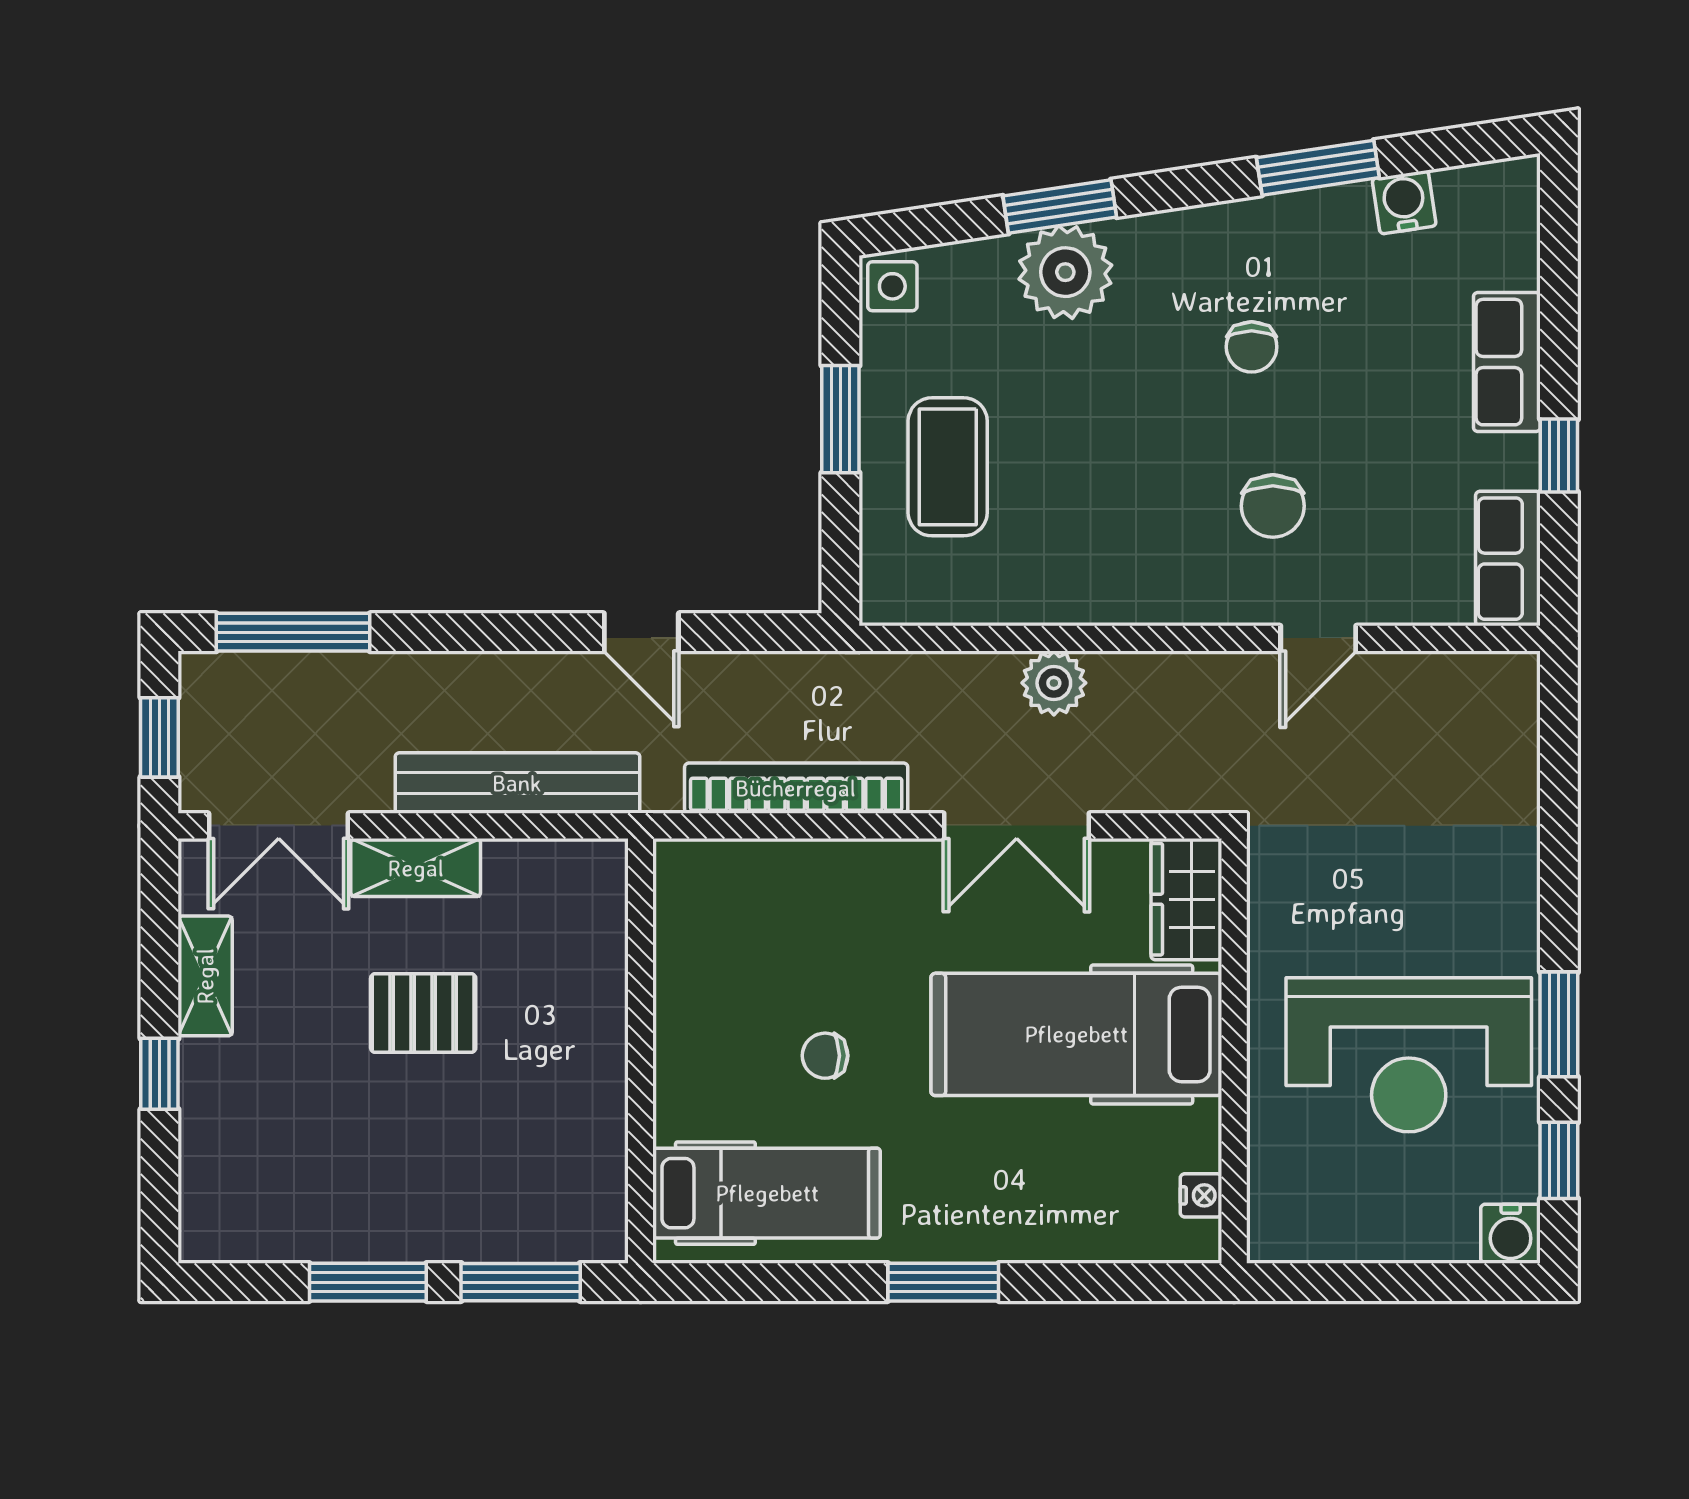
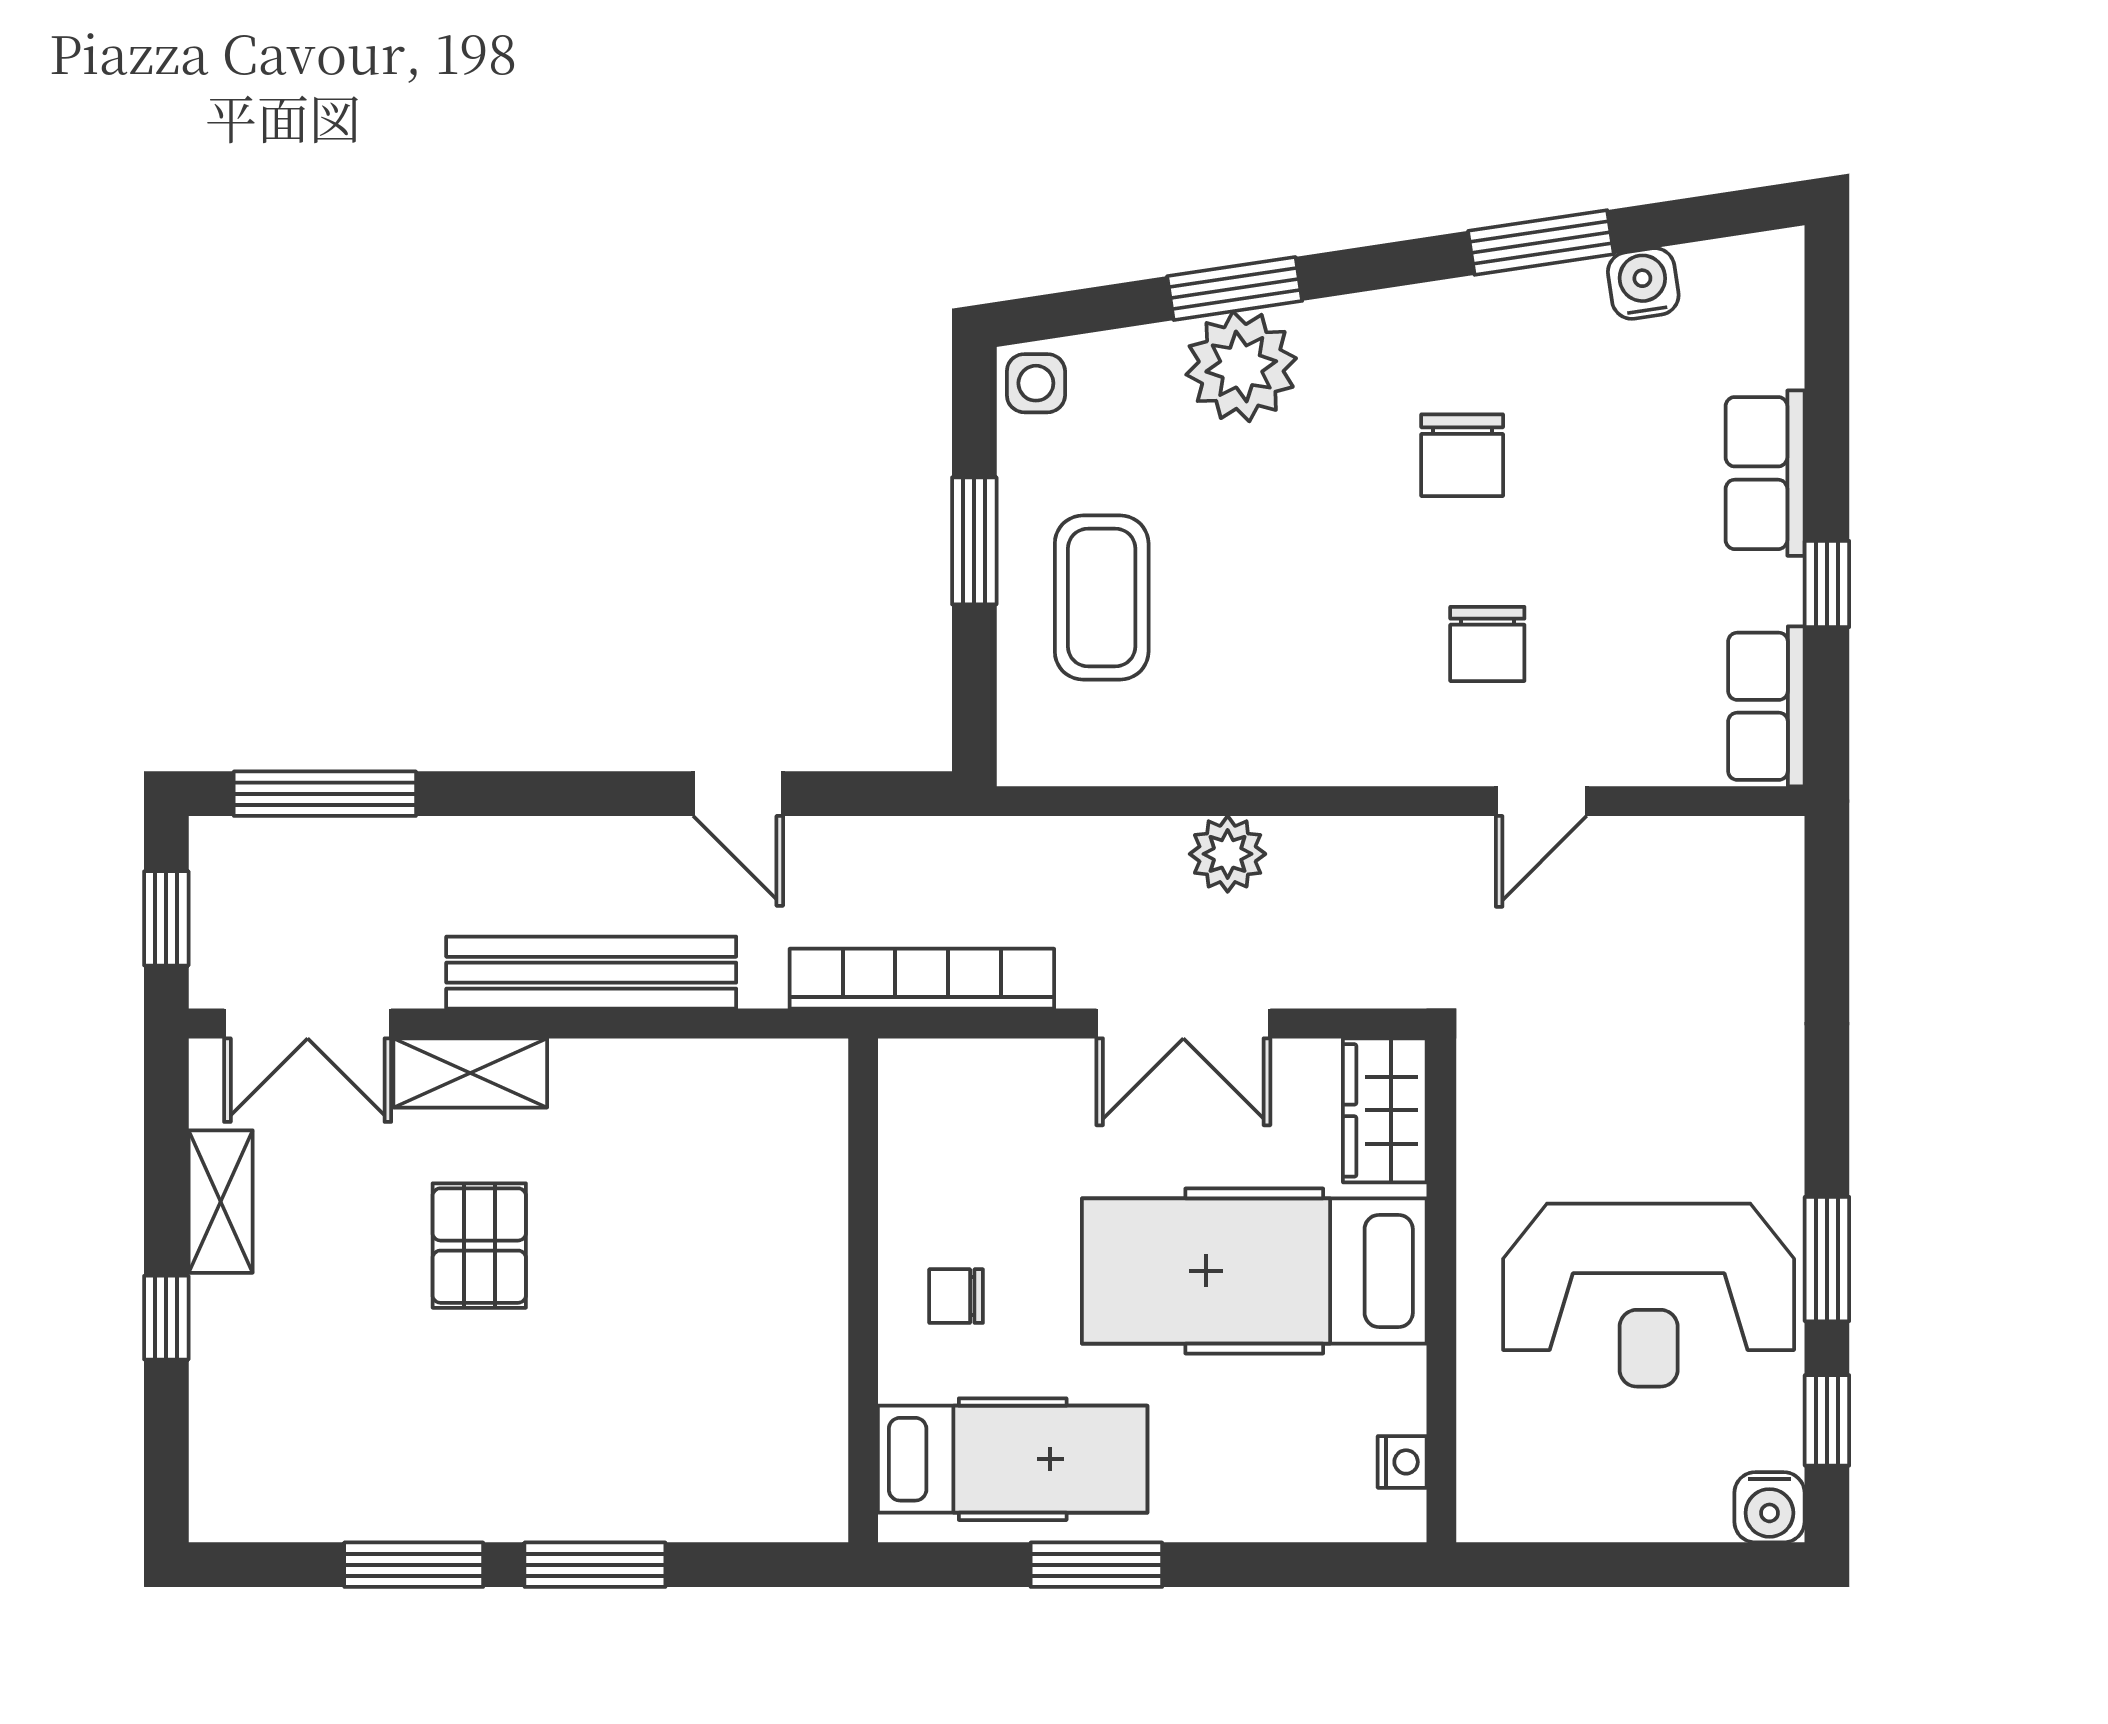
chair: (1252, 347) -> (1462, 455), width x1.37, depth x1.37
pallet: (423, 1013) -> (479, 1246), turned 90
wall: (641, 1051) -> (863, 1290), moved
hospital bed: (767, 1193) -> (1013, 1459), moved

